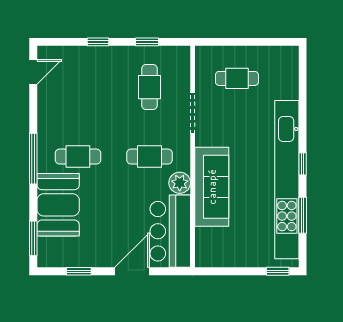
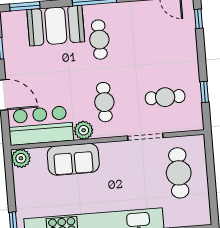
window: (98, 42) -> (198, 19), moved
cafe table: (237, 78) -> (179, 173), width x1.37, depth x1.35
sofa: (212, 187) -> (73, 159), width x0.73
plant: (206, 257) -> (21, 158), added

